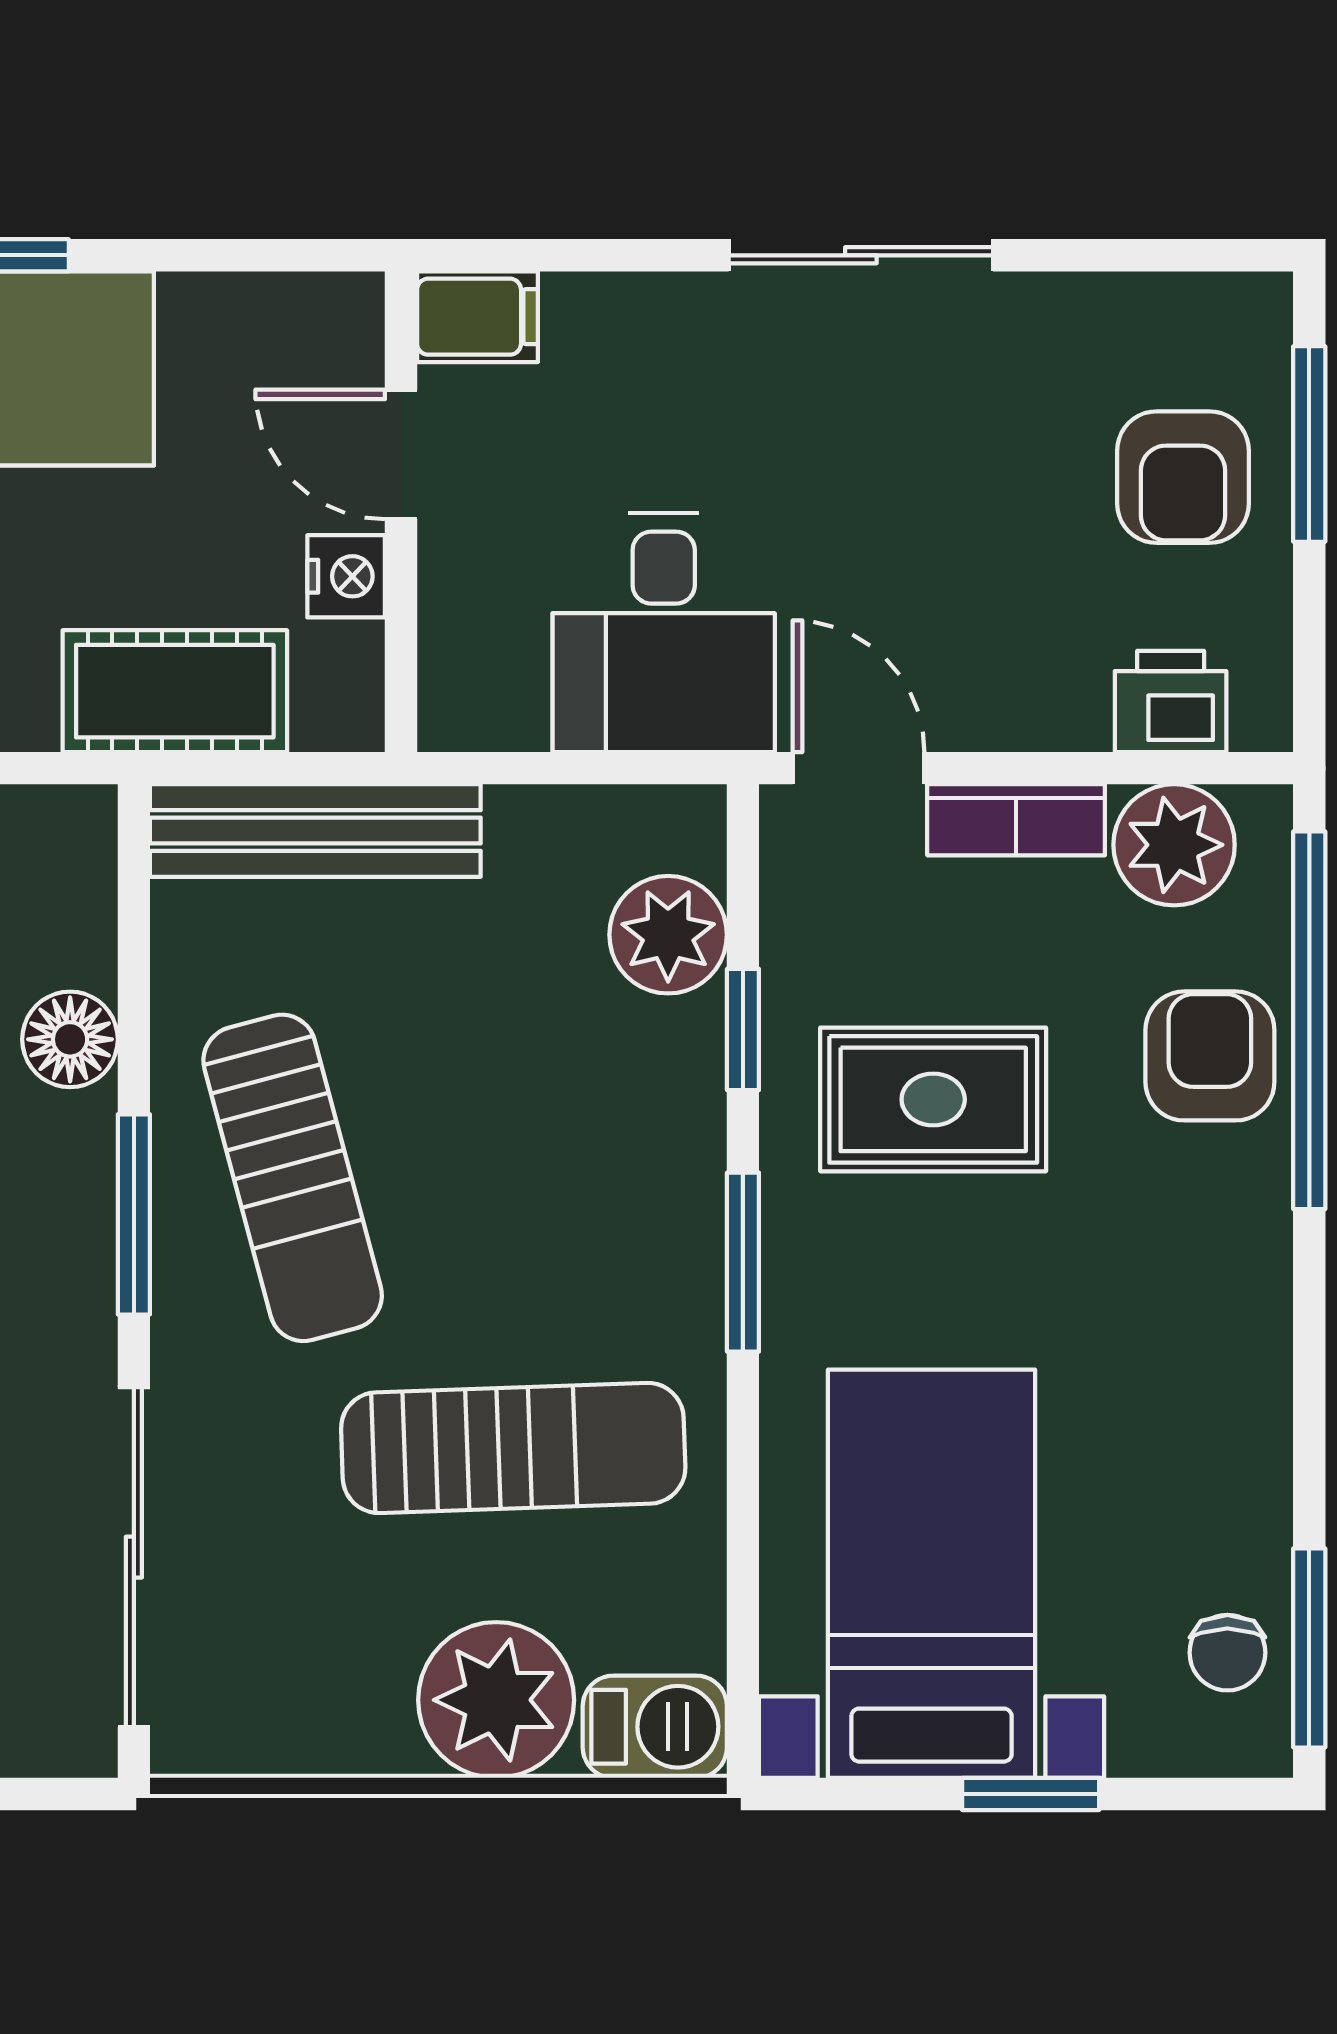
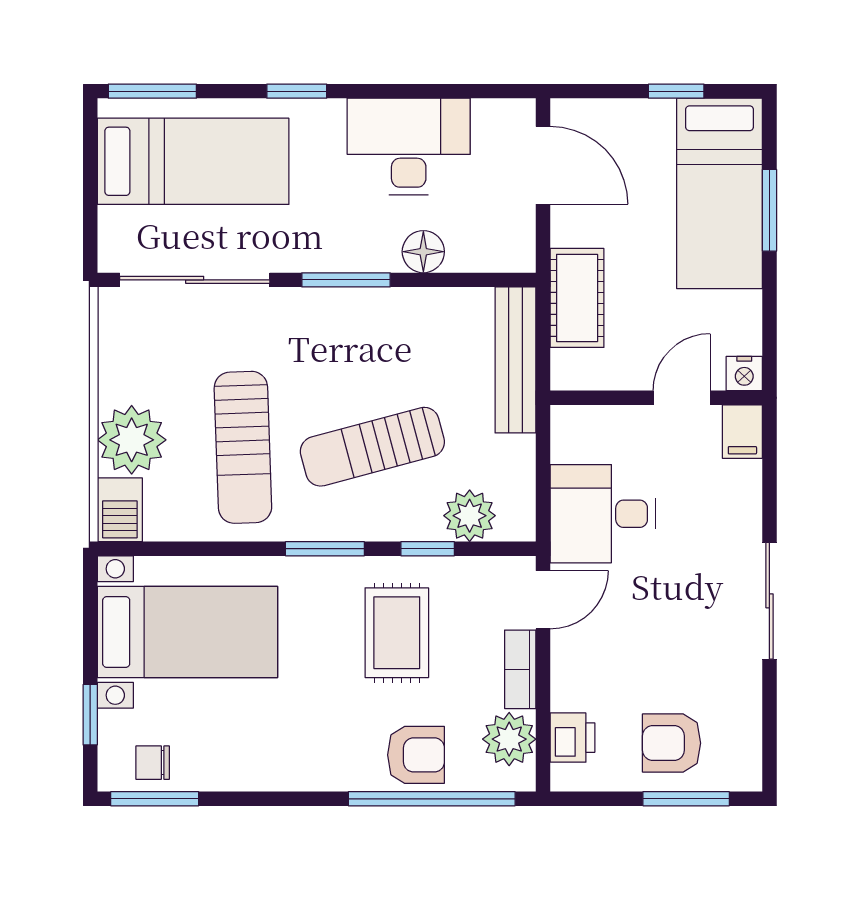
nightstand: (346, 576) -> (744, 374), moved
sun lounger: (293, 1178) -> (372, 447), moved
window: (1031, 1794) -> (90, 715), moved

